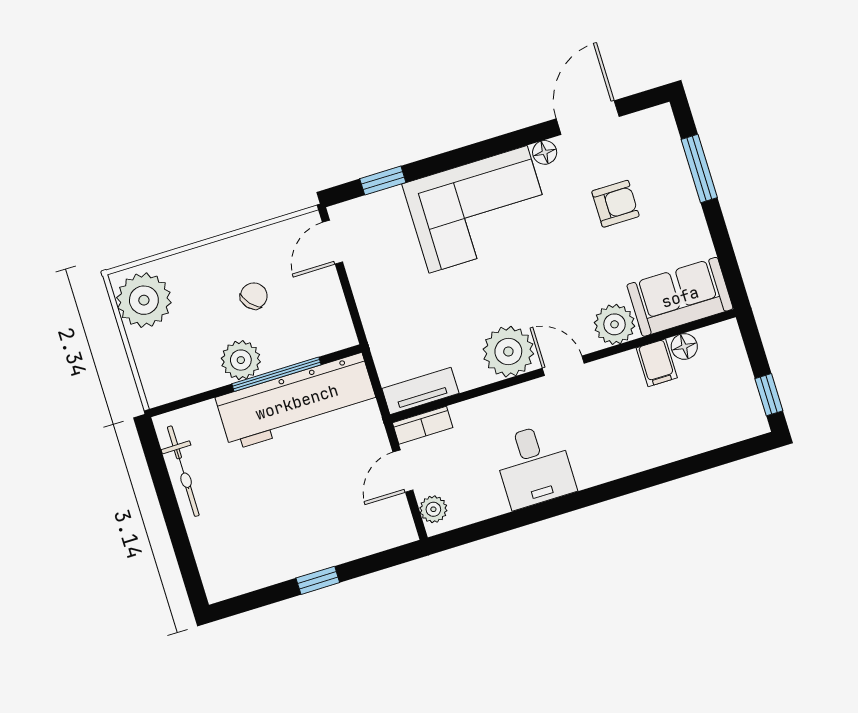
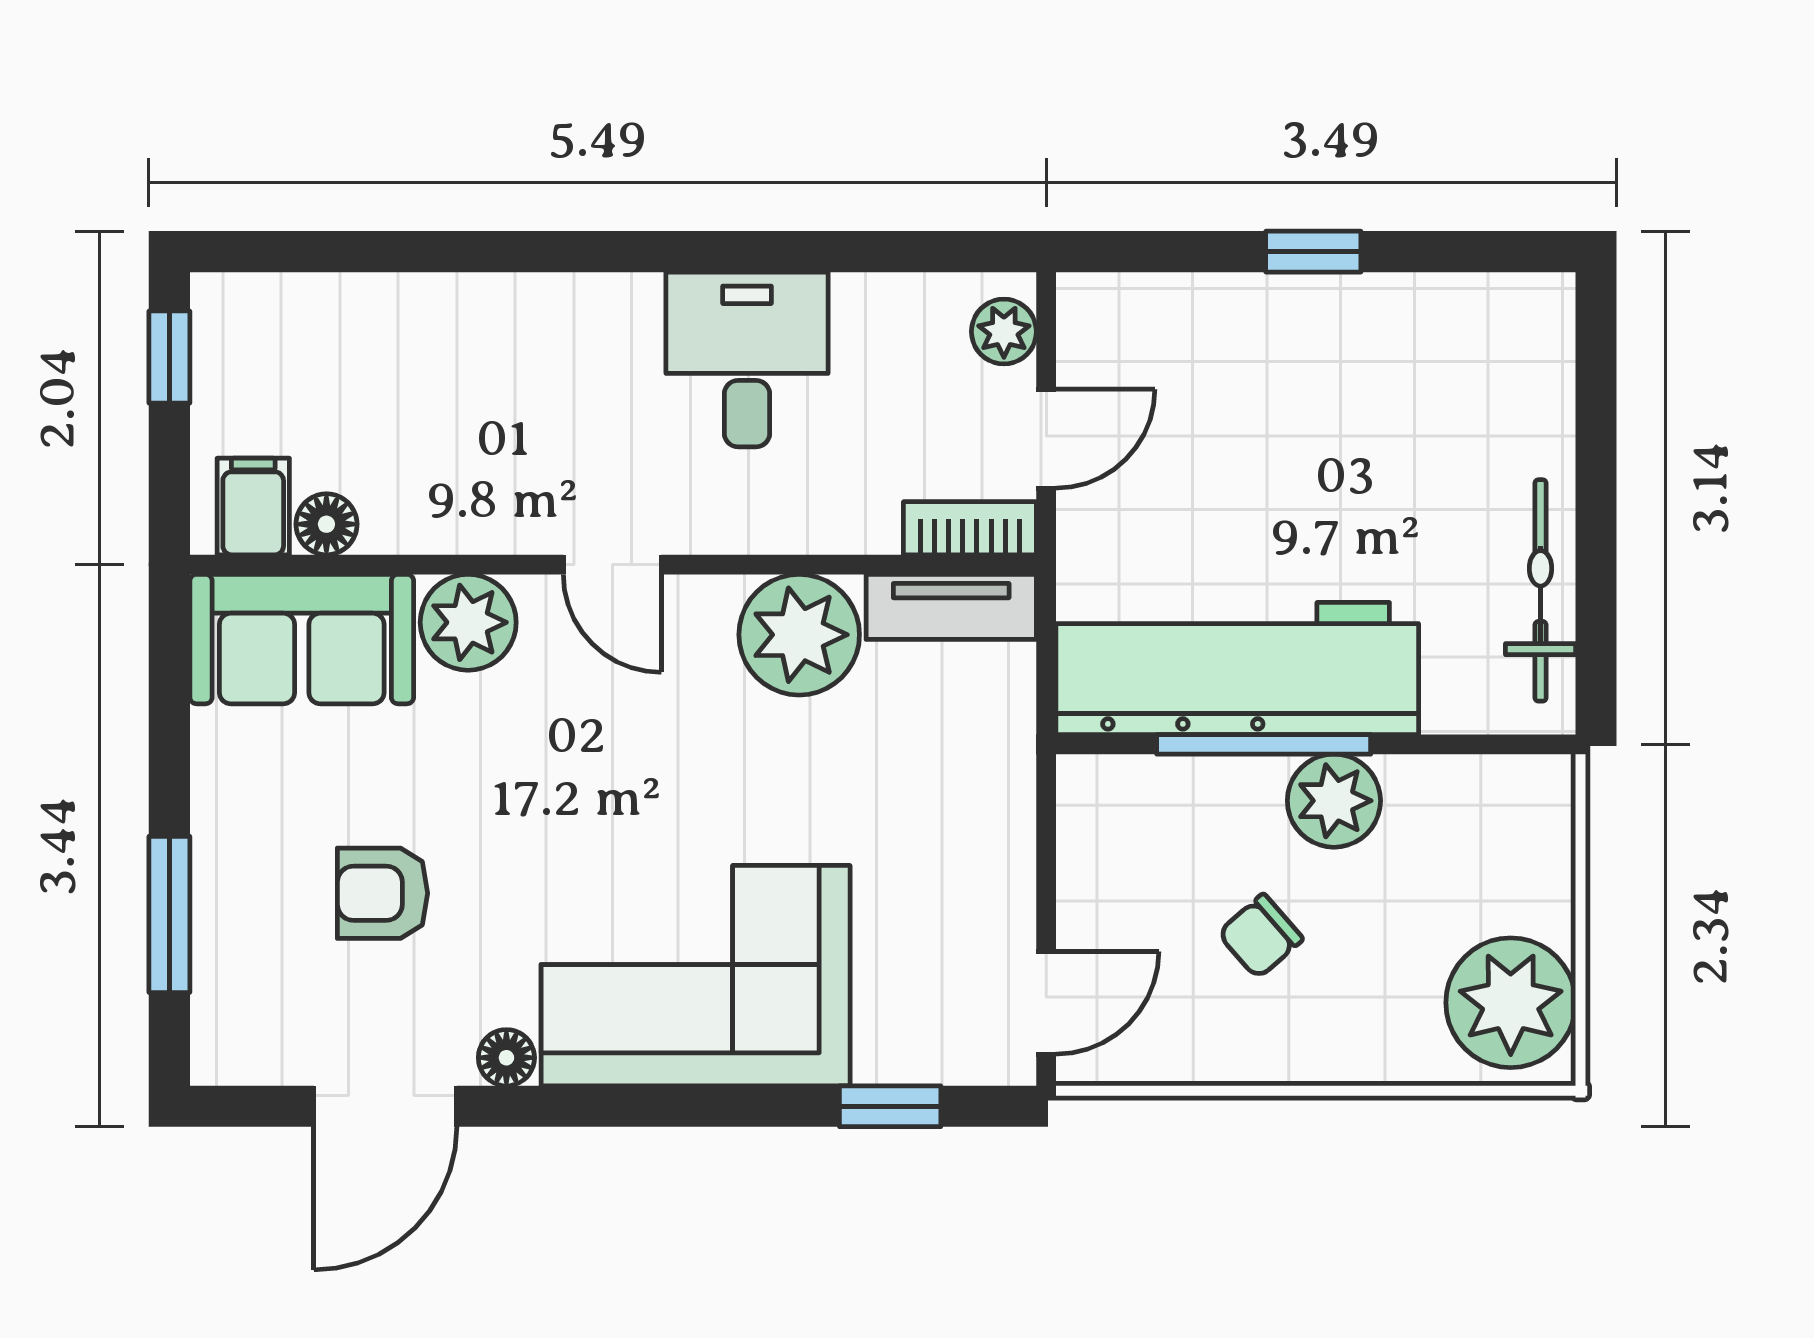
plant: (508, 352) -> (799, 635), moved
filing cabinet: (657, 363) -> (253, 507), moved

